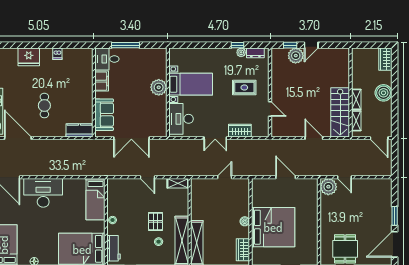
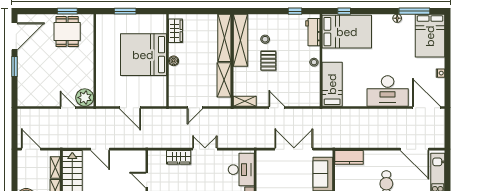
shelving: (197, 203) -> (224, 80), added

